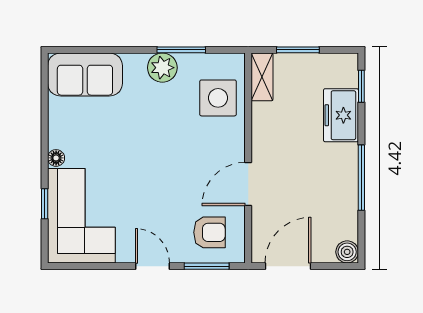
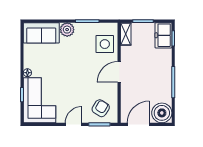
plant: (162, 68) -> (67, 30), moved
freezer: (341, 115) -> (163, 35), moved
door: (248, 184) -> (119, 72), moved
armchair: (209, 232) -> (101, 108), turned -58
boiler: (347, 252) -> (162, 113), width x1.86, depth x1.86
door: (152, 266) -> (73, 124), hinge flipped

